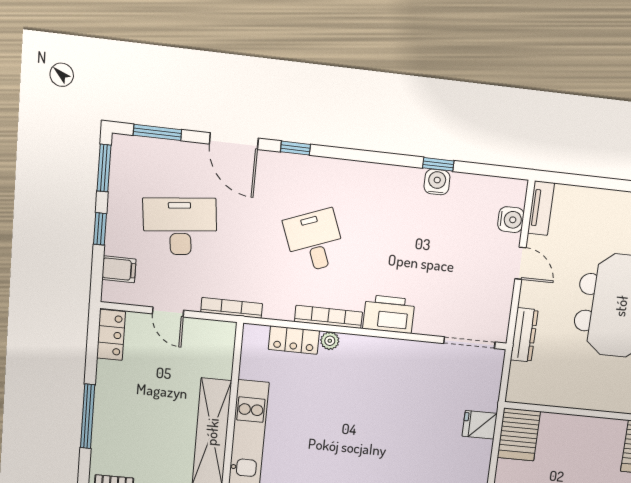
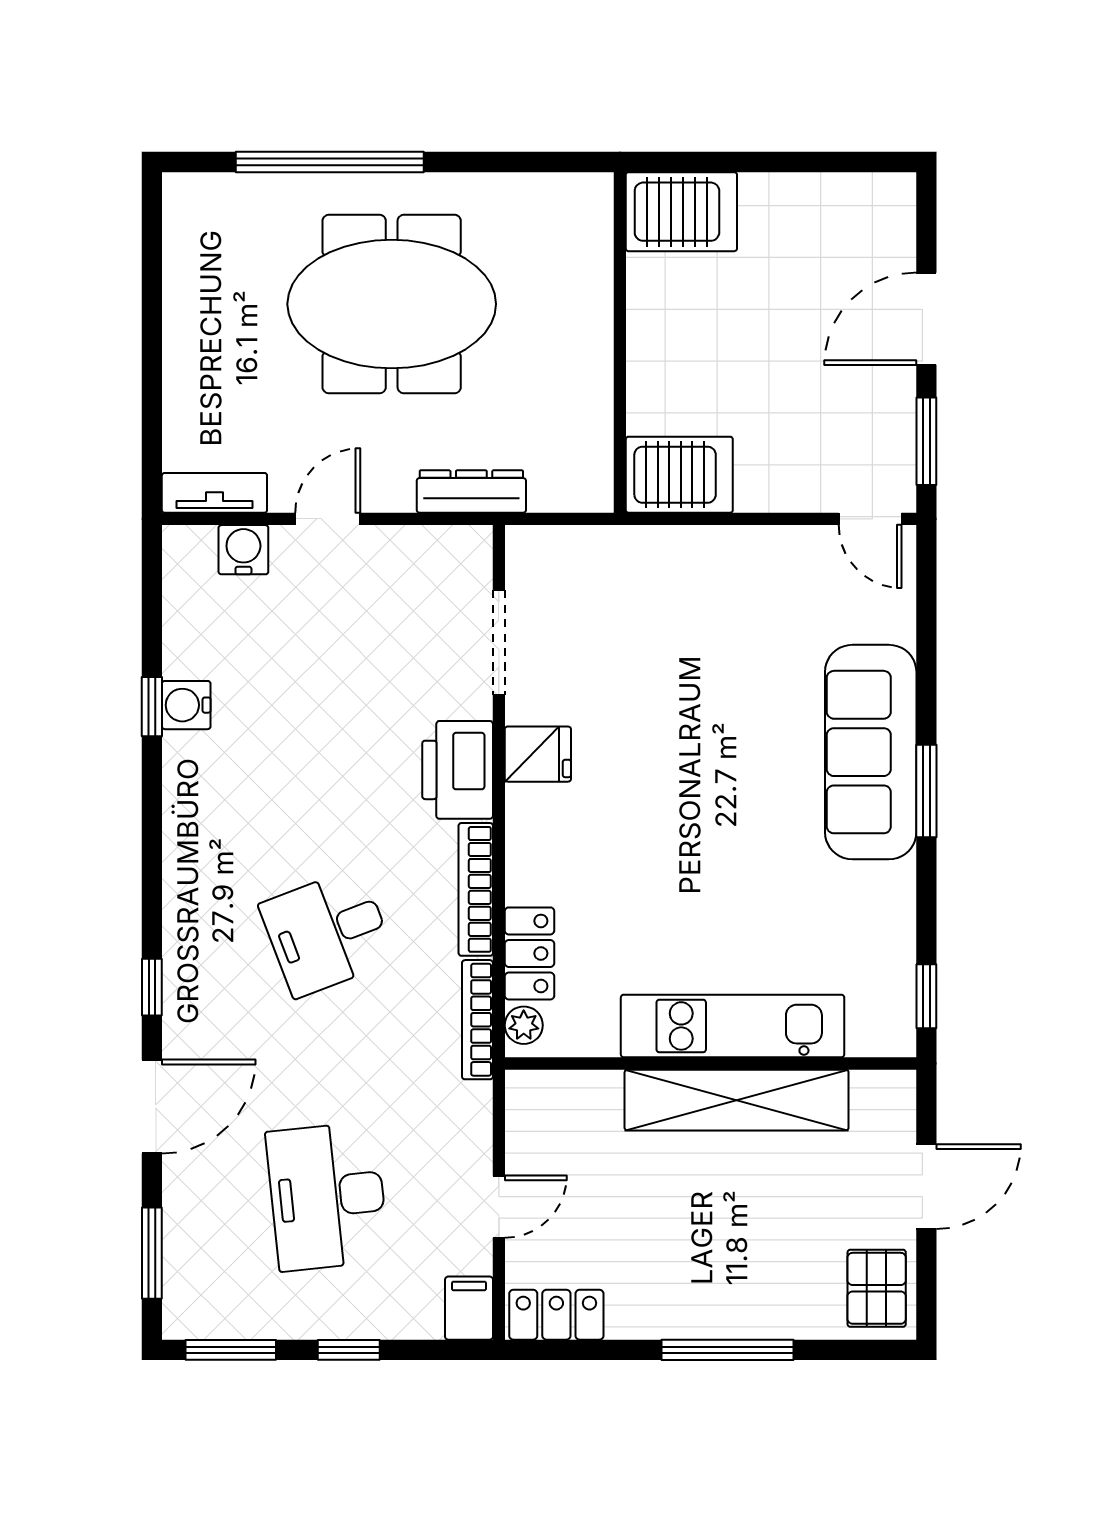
filing cabinet: (119, 269) -> (469, 1308), moved
bookcase: (232, 308) -> (477, 1020), moved
plant: (330, 341) -> (524, 1025), moved
doorway: (469, 343) -> (499, 643), moved
fridge: (480, 425) -> (538, 754), moved, turned -90

